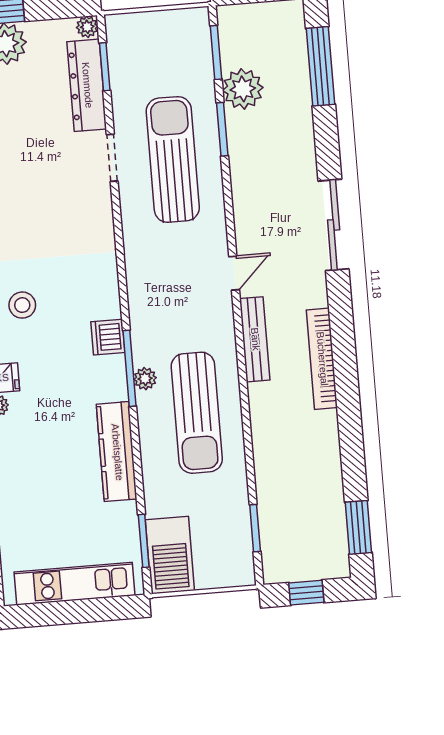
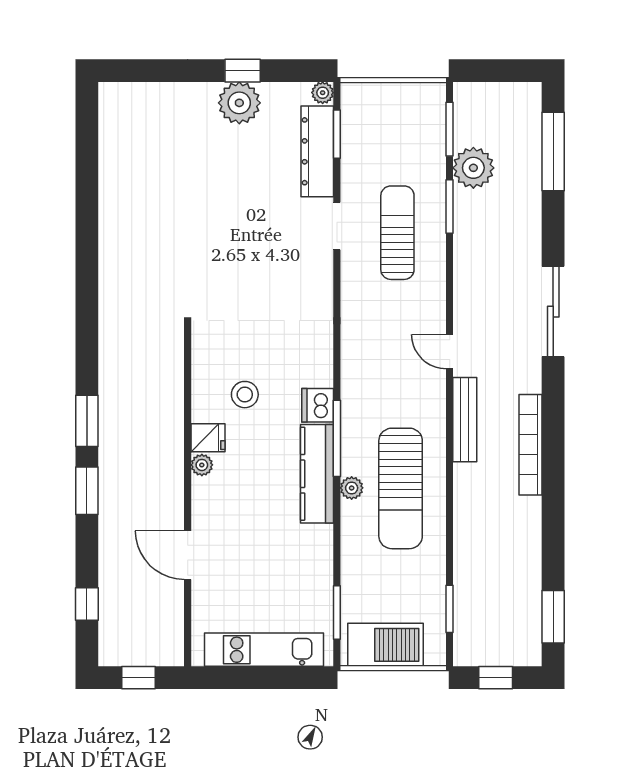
sun lounger: (173, 159) -> (397, 233), width x0.73, depth x0.75
door: (234, 273) -> (450, 352), swing flipped
stool: (22, 305) -> (245, 395), moved
plant: (145, 379) -> (352, 488), moved
kitchen counter: (117, 452) -> (317, 474), moved
barbecue: (170, 555) -> (385, 645), moved, turned -90

